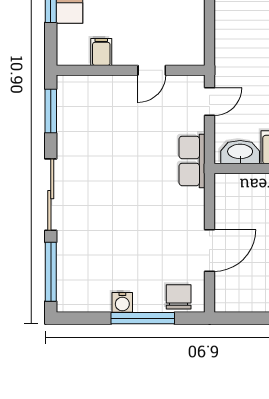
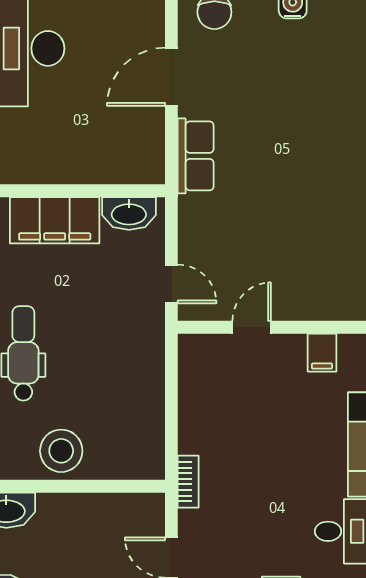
door: (210, 101) -> (171, 284), swing flipped
row of seats: (192, 161) -> (196, 156), moved

